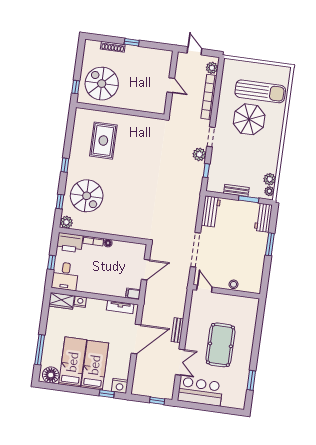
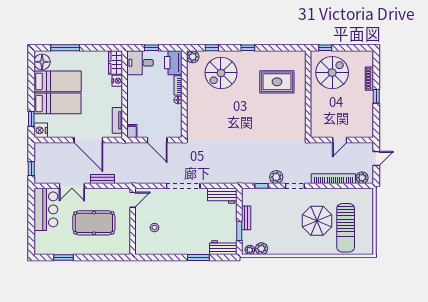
door: (204, 289) -> (133, 200), moved
wall: (226, 292) -> (133, 221), moved

